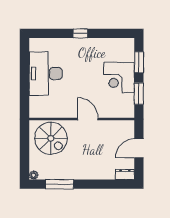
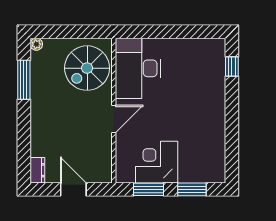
window: (80, 33) -> (232, 66), moved
desk: (46, 74) -> (138, 68), moved, turned -90
corner desk: (119, 78) -> (157, 162), moved

